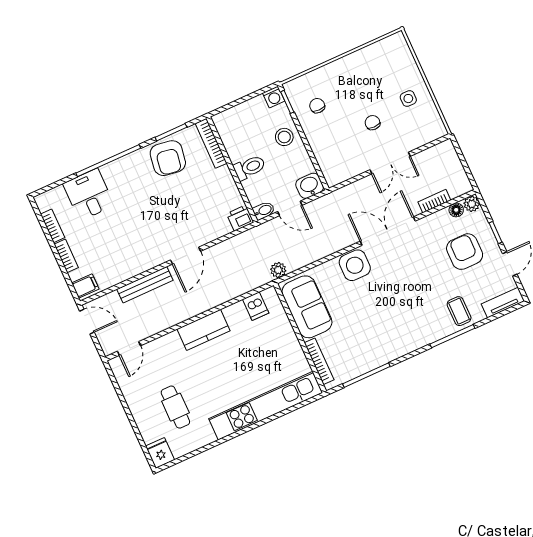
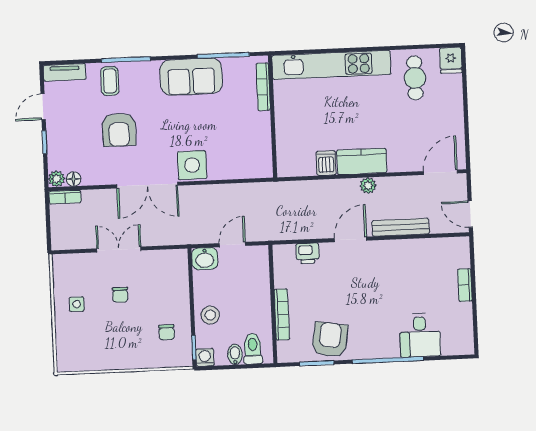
bookcase: (211, 143) -> (282, 314), moved
toilet: (249, 167) -> (253, 349), moved, turned 90
bookcase: (434, 201) -> (65, 197), moved
door: (290, 208) -> (232, 245), hinge flipped
bidet: (264, 211) -> (235, 354), moved, turned 90
printer: (240, 218) -> (307, 253), moved
bookcase: (53, 226) -> (466, 319), removed
armchair: (465, 252) -> (119, 130), moved
plant: (278, 270) -> (368, 186), moved
filing cabinet: (85, 286) -> (458, 249), removed
dishwasher: (256, 306) -> (326, 163), moved
sofa: (307, 307) -> (191, 77), moved, turned -90
door: (129, 348) -> (440, 172), width x1.37
cafe table: (175, 407) -> (415, 78), moved

